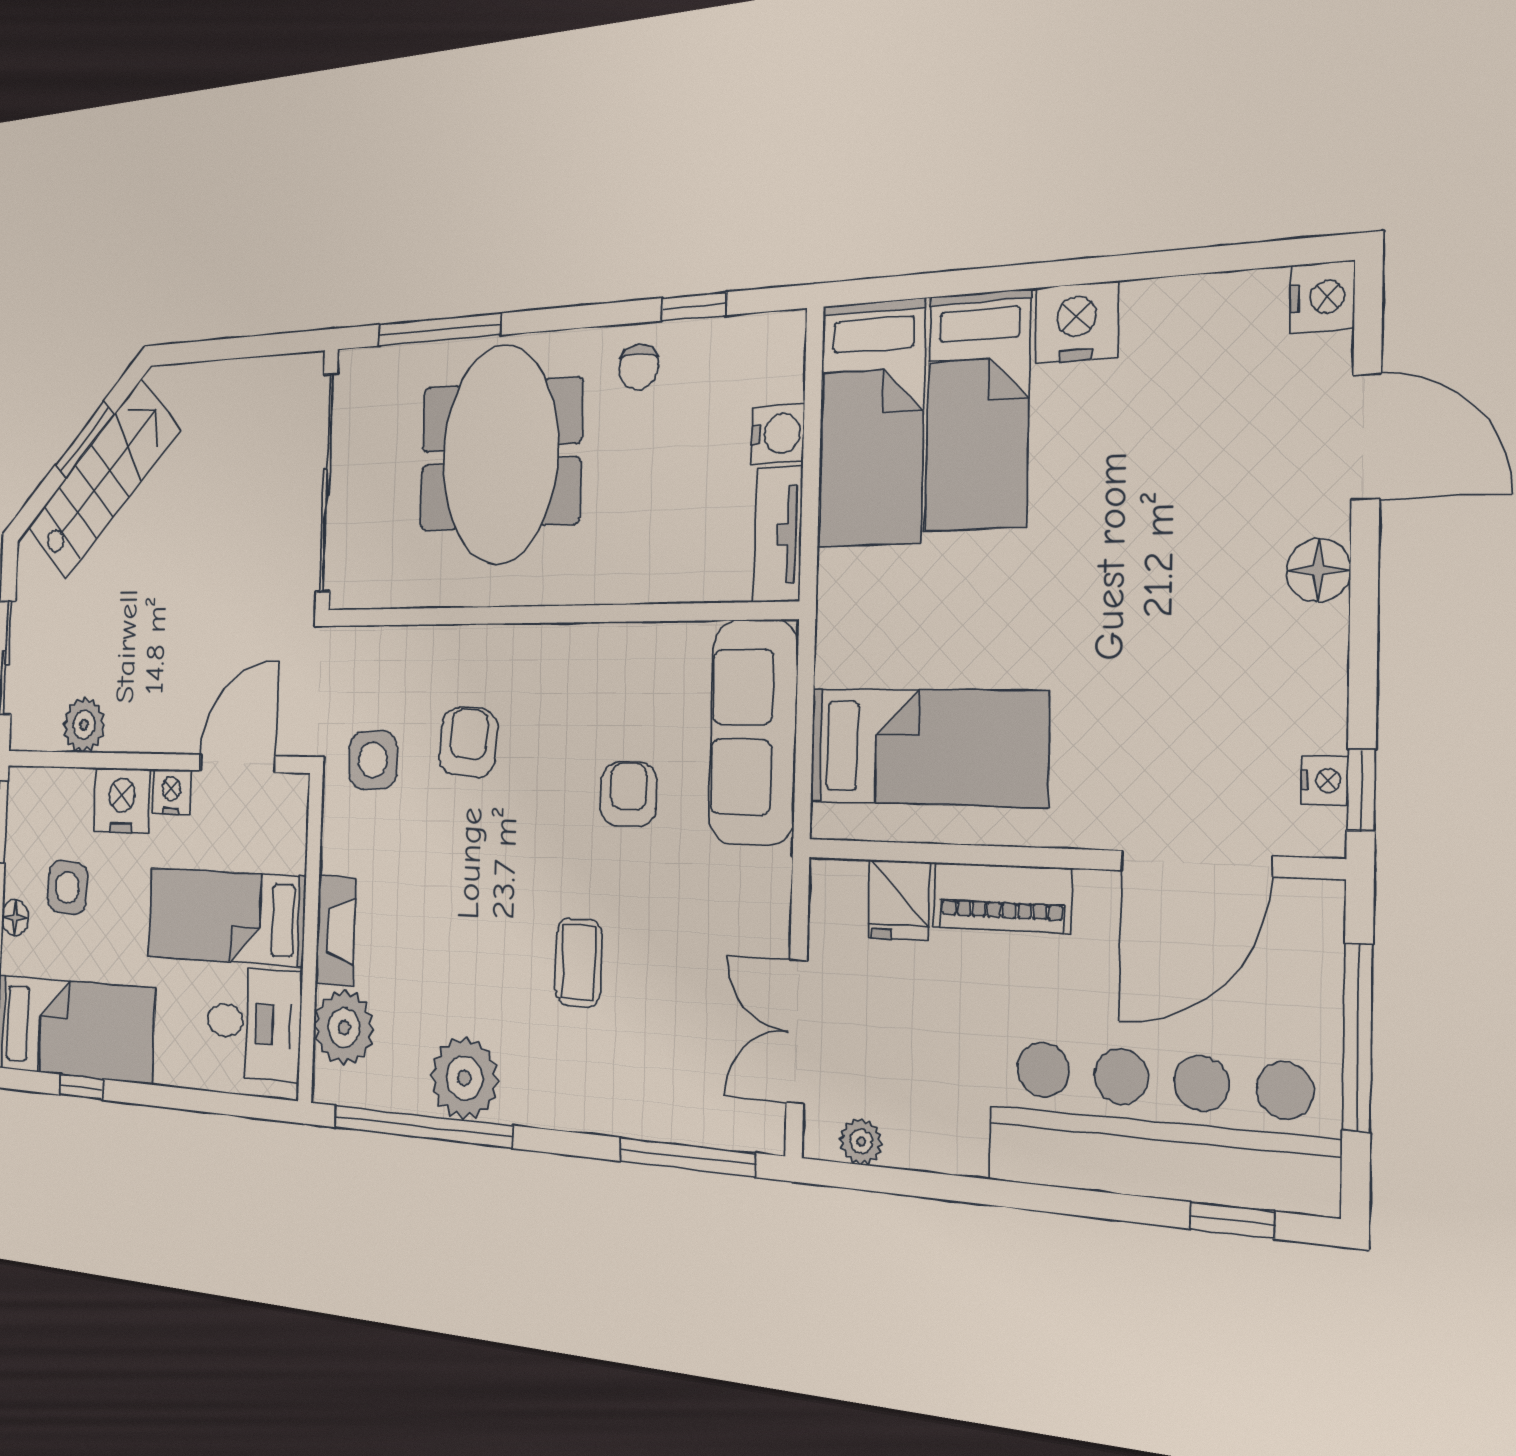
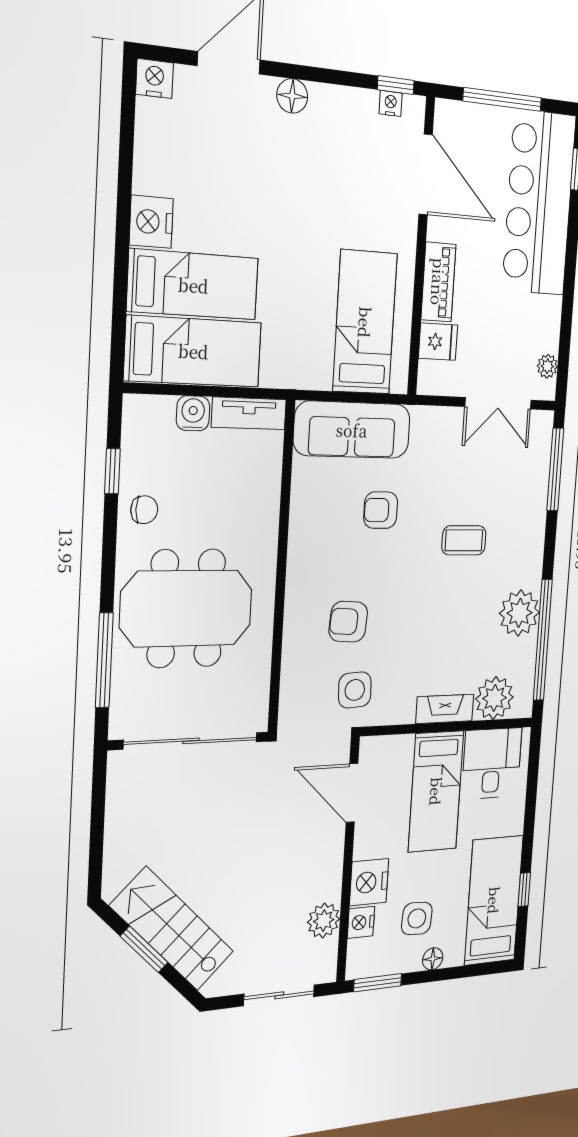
nightstand: (171, 792) -> (361, 922), moved

